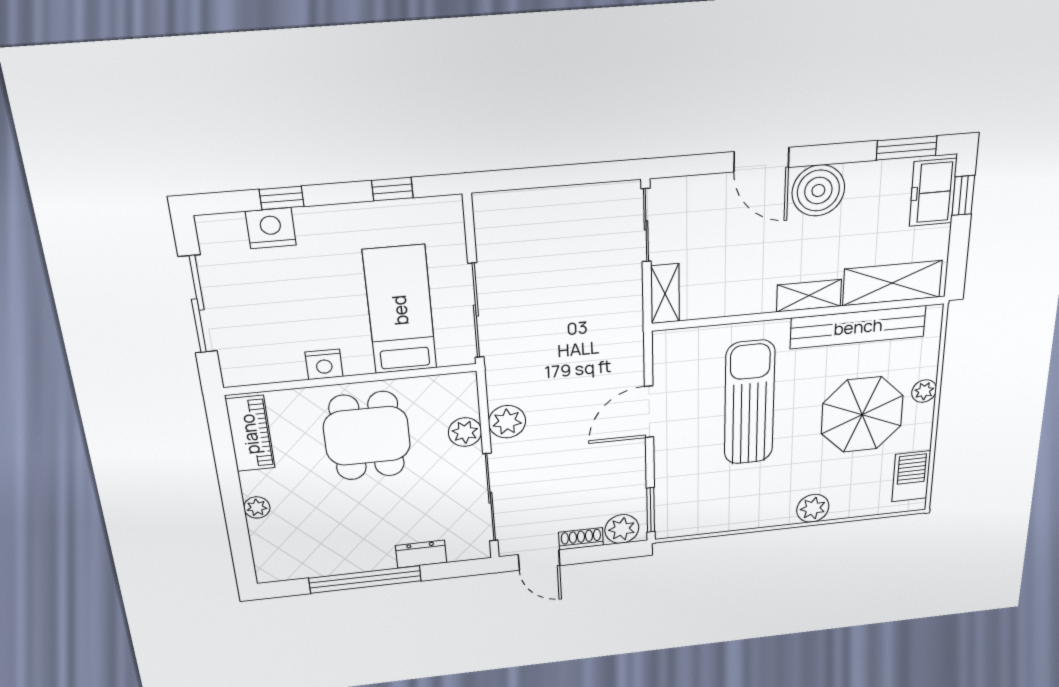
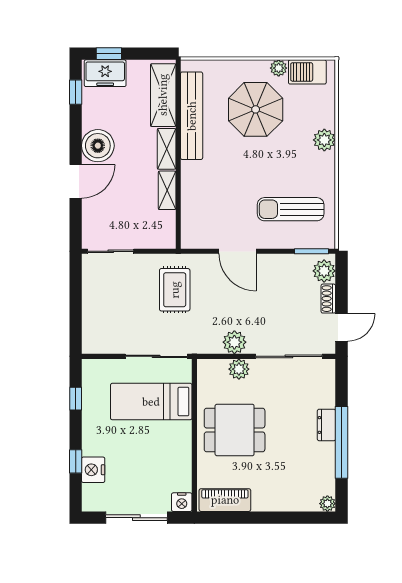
window: (907, 148) -> (76, 92), width x0.67
shelving: (665, 294) -> (167, 190), moved, turned 90
rug: (586, 328) -> (175, 290), added
nightstand: (324, 364) -> (182, 502), moved, turned 90
plant: (924, 391) -> (279, 68), moved
sun lounger: (749, 403) -> (291, 209), moved, width x0.73, depth x0.75
plant: (257, 507) -> (327, 504), moved
dresser: (421, 554) -> (326, 425), moved

